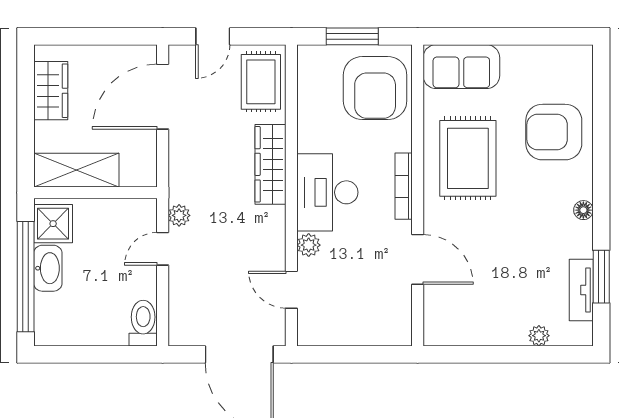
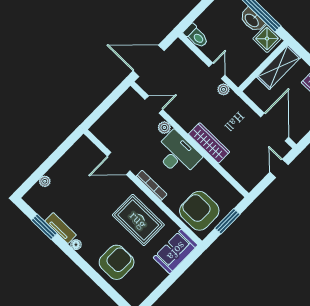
rug: (261, 82) -> (244, 170), removed
tv unit: (581, 290) -> (61, 228), moved

